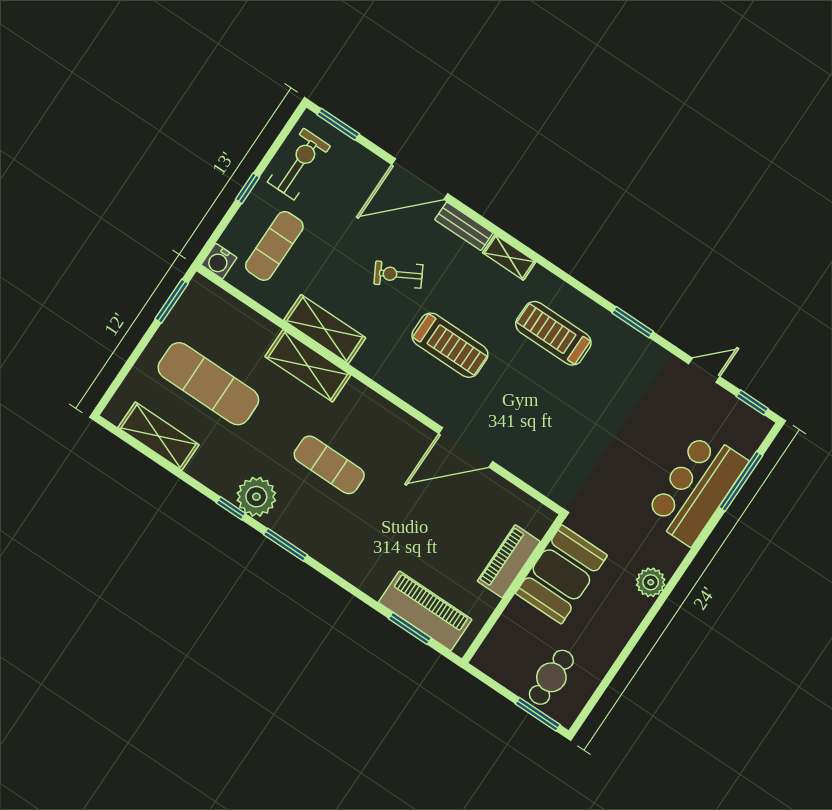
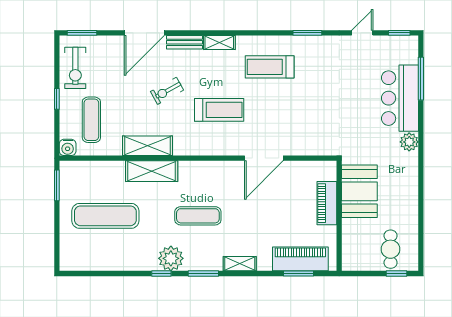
exercise bike: (299, 164) -> (75, 68), turned 180
shelving: (159, 436) -> (240, 264), moved, width x0.67, depth x0.75
plant: (651, 582) -> (409, 142), moved
window: (538, 714) -> (396, 273), width x0.67

